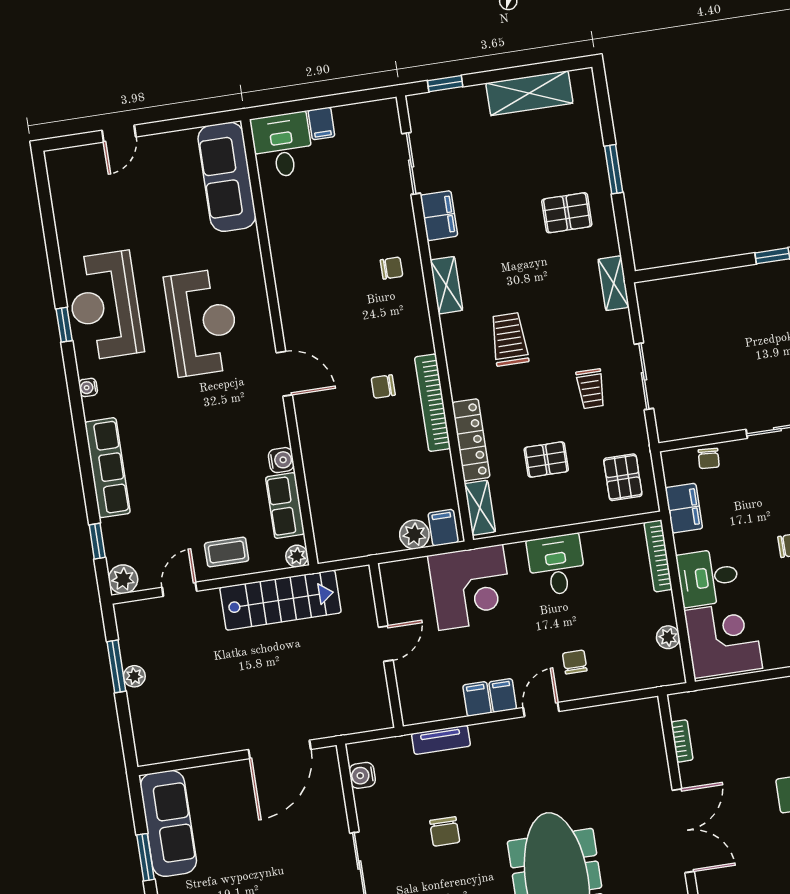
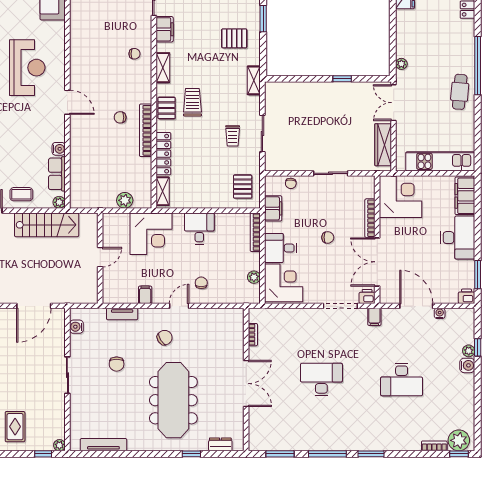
pallet: (546, 459) -> (167, 108), moved, turned 90
filing cabinet: (443, 528) -> (141, 199), removed
filing cabinet: (503, 695) -> (159, 295), removed
chair: (524, 771) -> (165, 338), added

